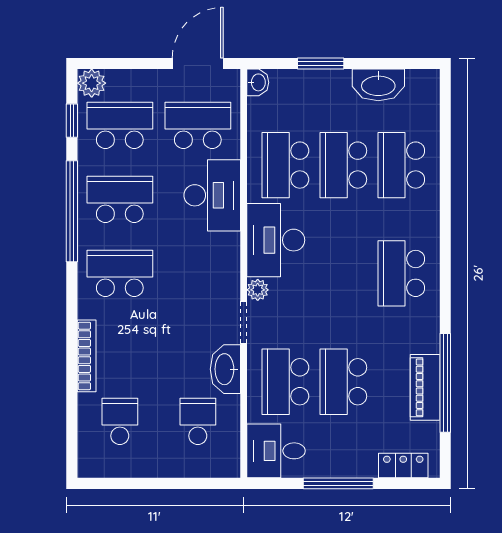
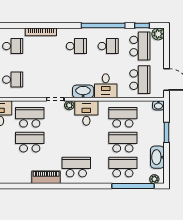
plant: (429, 92) -> (154, 179), added
desk: (212, 195) -> (106, 86), width x0.73
school desk: (120, 199) -> (108, 46), width x0.54
desk: (276, 240) -> (86, 113), width x0.73
school desk: (120, 273) -> (76, 46), width x0.54
washbasin: (225, 369) -> (83, 91), moved
window: (445, 383) -> (133, 186), moved
piano: (425, 387) -> (46, 177), moved

